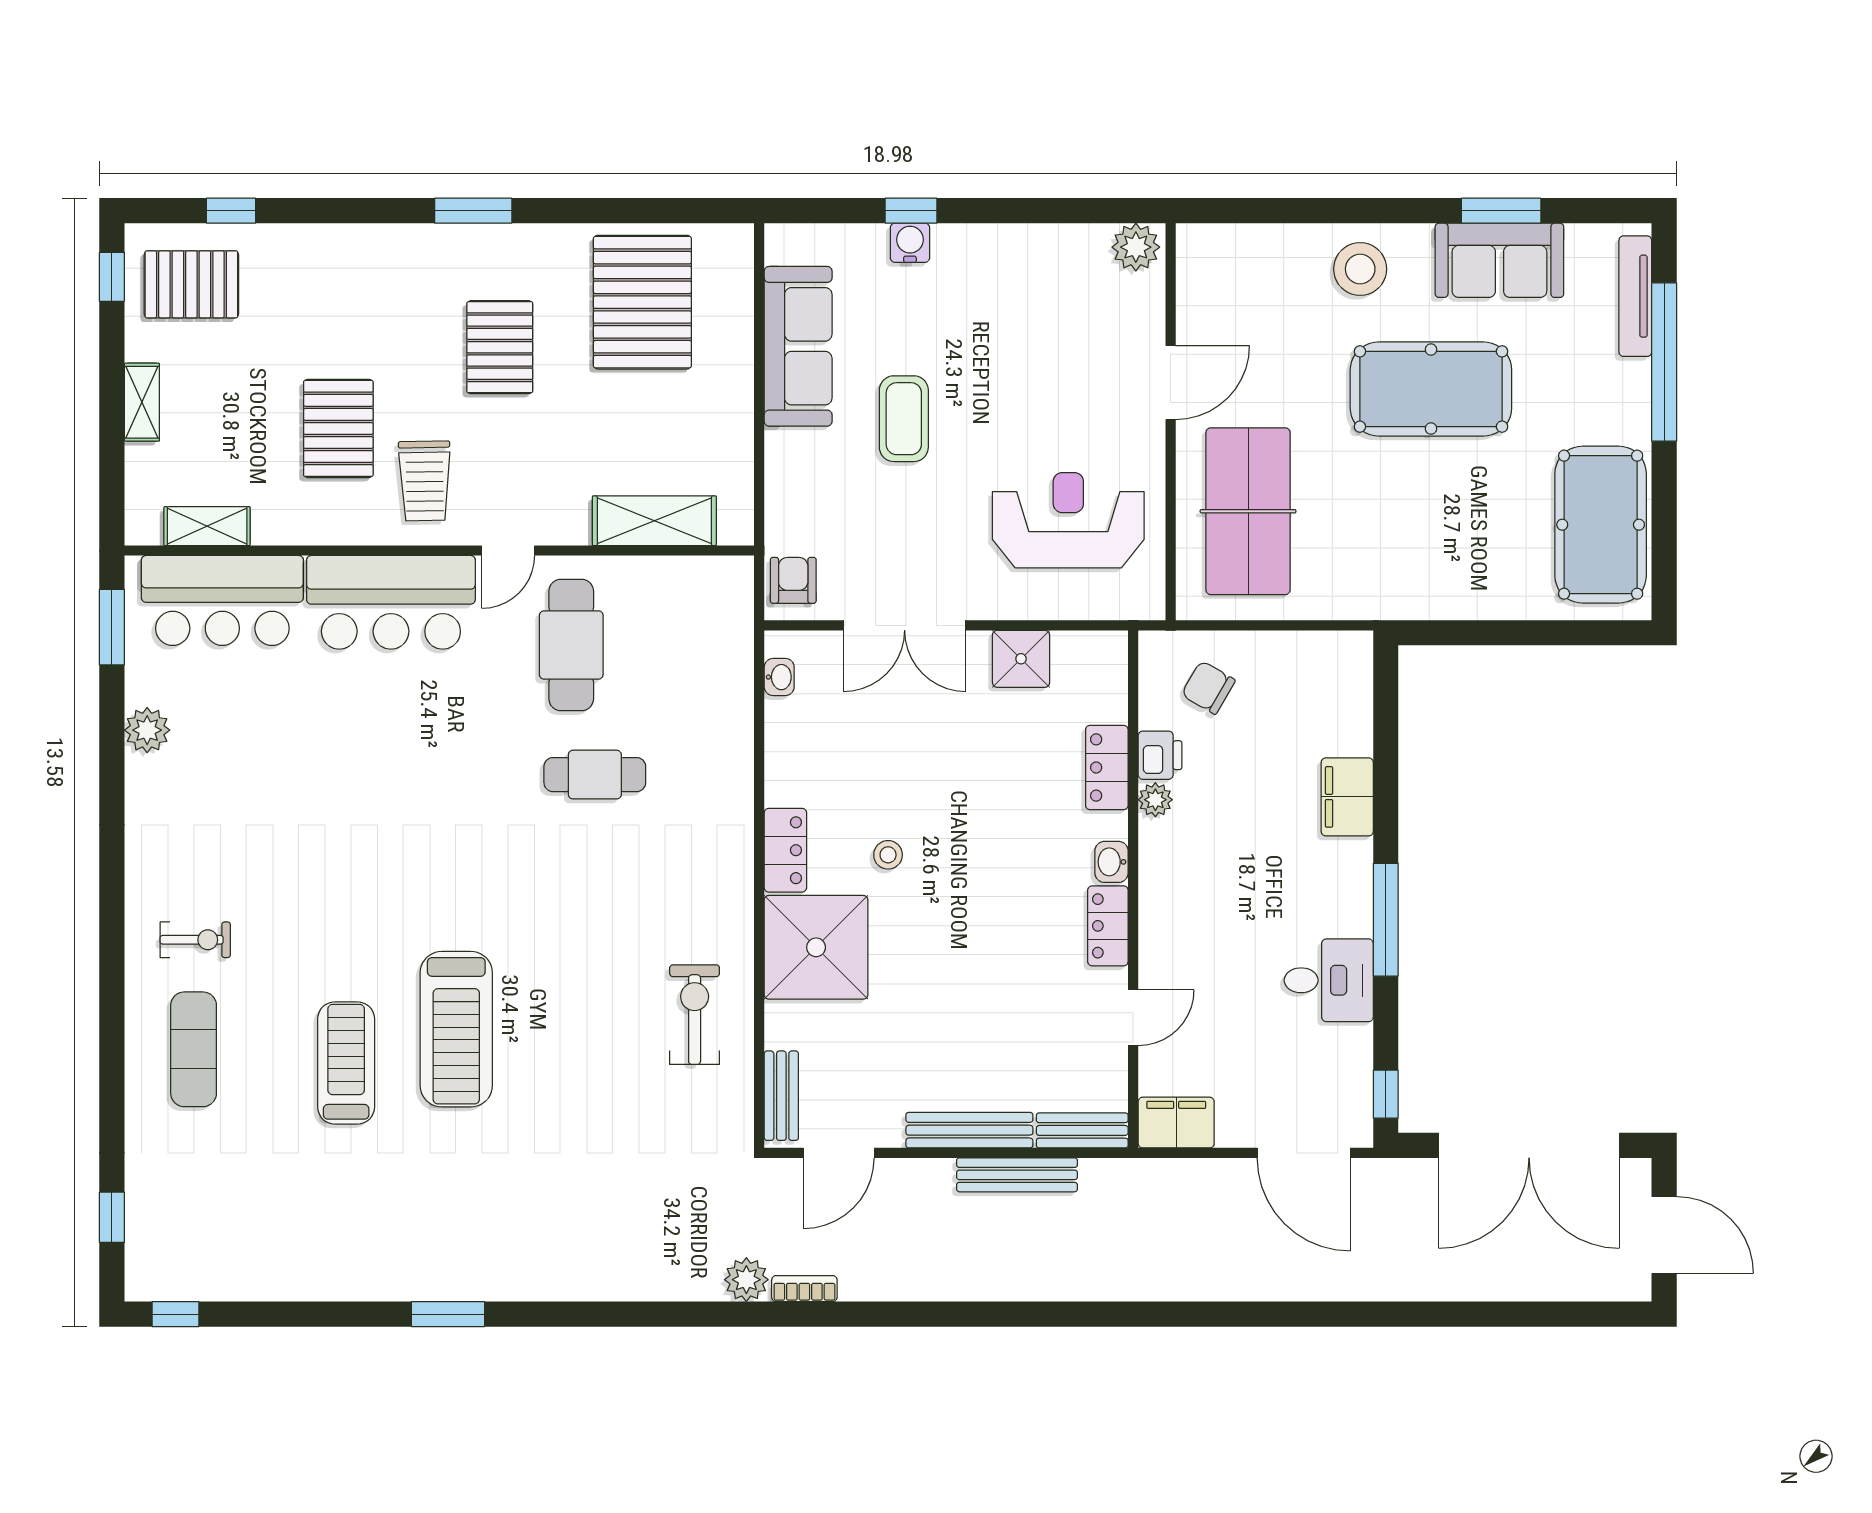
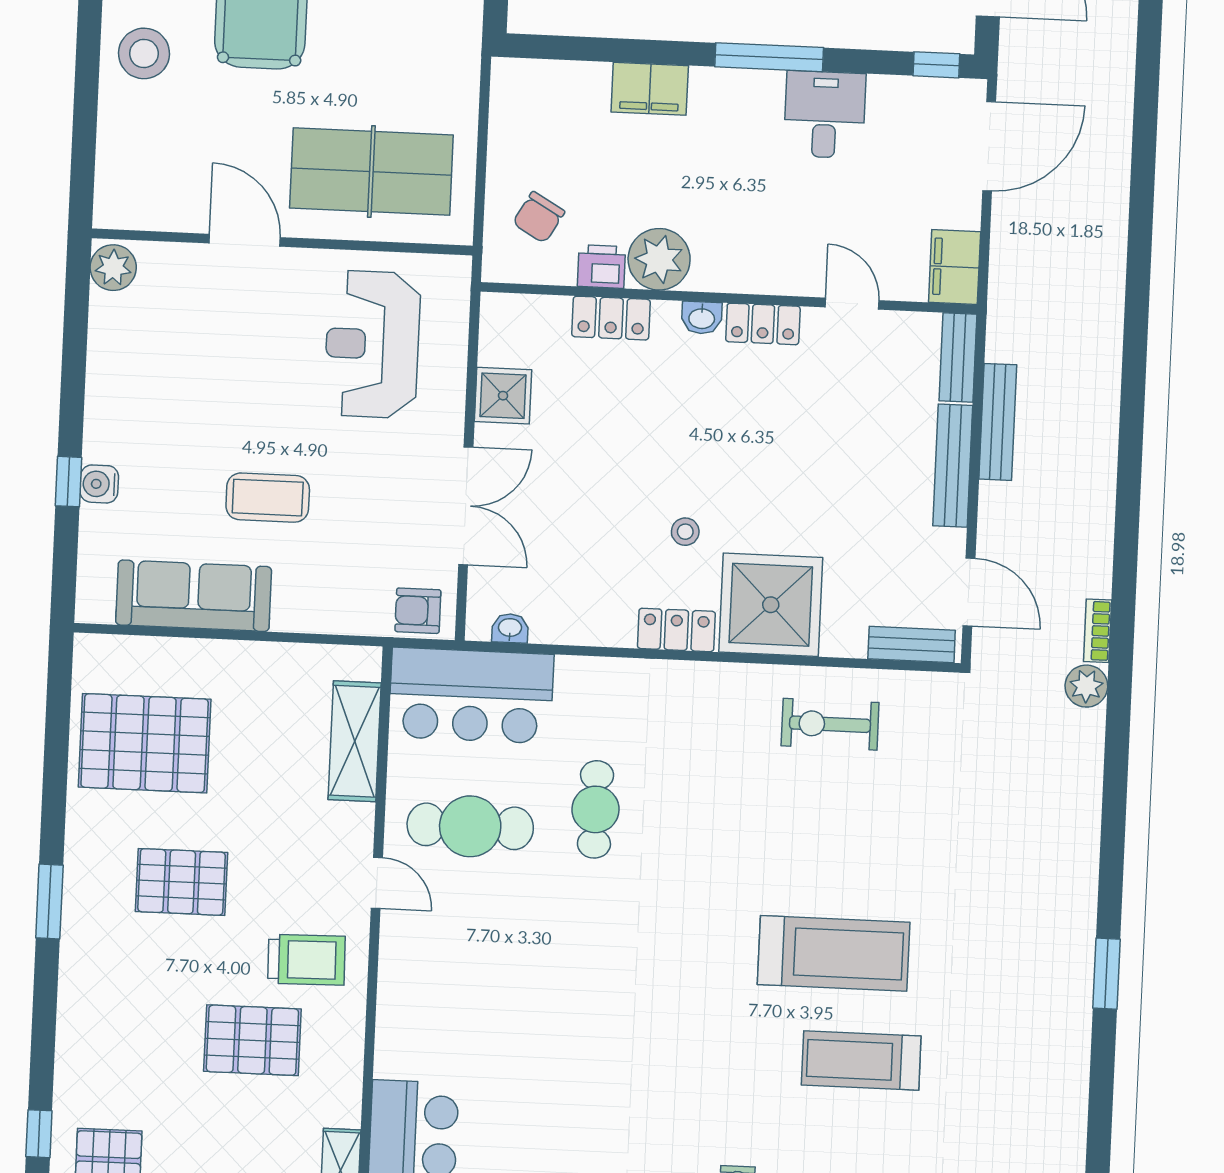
bar counter: (391, 602) -> (471, 696), moved, turned 90
plant: (1155, 800) -> (659, 259), width x1.88, depth x1.88

